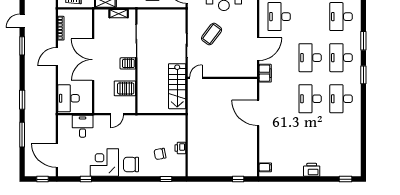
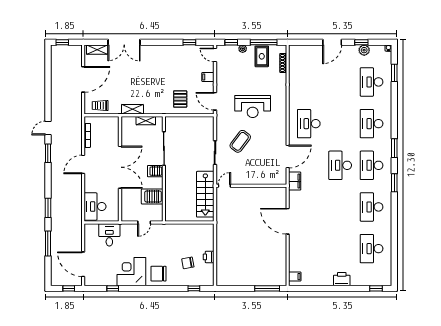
double door: (93, 60) -> (120, 167), swing flipped
desk: (310, 99) -> (372, 249), moved
window: (238, 179) -> (267, 288), width x2.17

